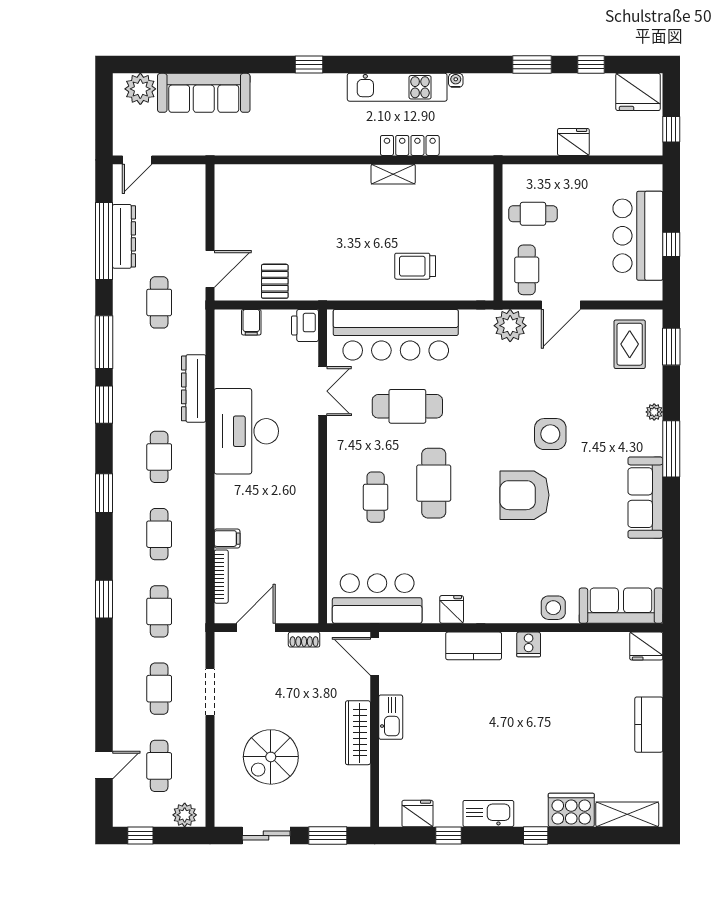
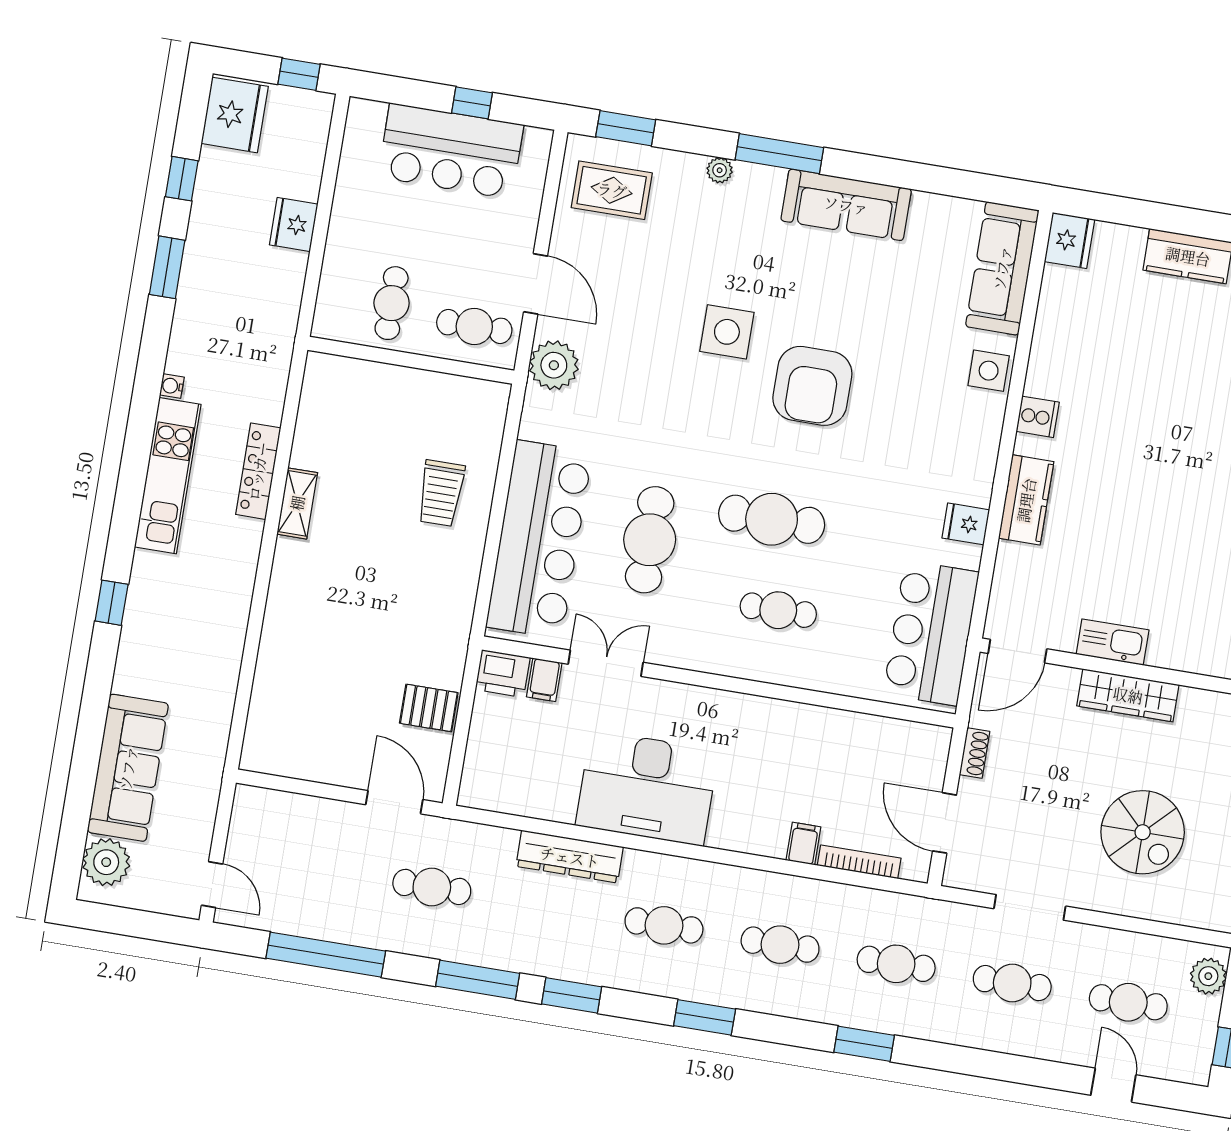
dresser: (124, 236) -> (324, 923), removed
filing cabinet: (251, 322) -> (544, 680), moved, turned 90

